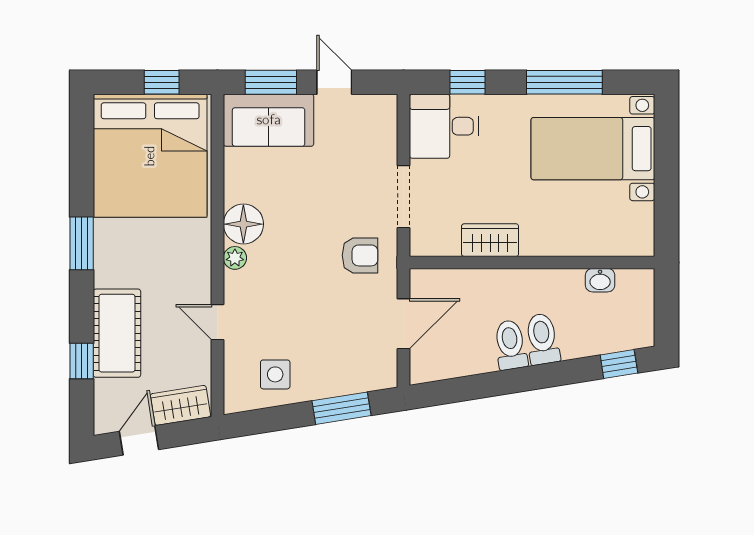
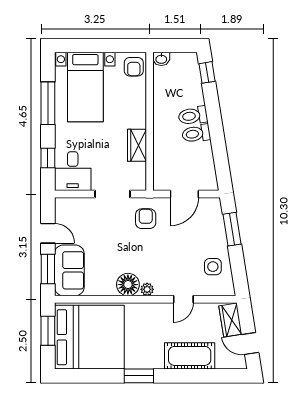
window: (162, 82) -> (48, 331), width x1.50
door: (334, 82) -> (48, 233), swing flipped
armchair: (629, 234) -> (134, 67), added
washbasin: (600, 280) -> (161, 59), moved, turned 90
door: (404, 324) -> (184, 194), swing flipped
window: (82, 361) -> (205, 376), removed

